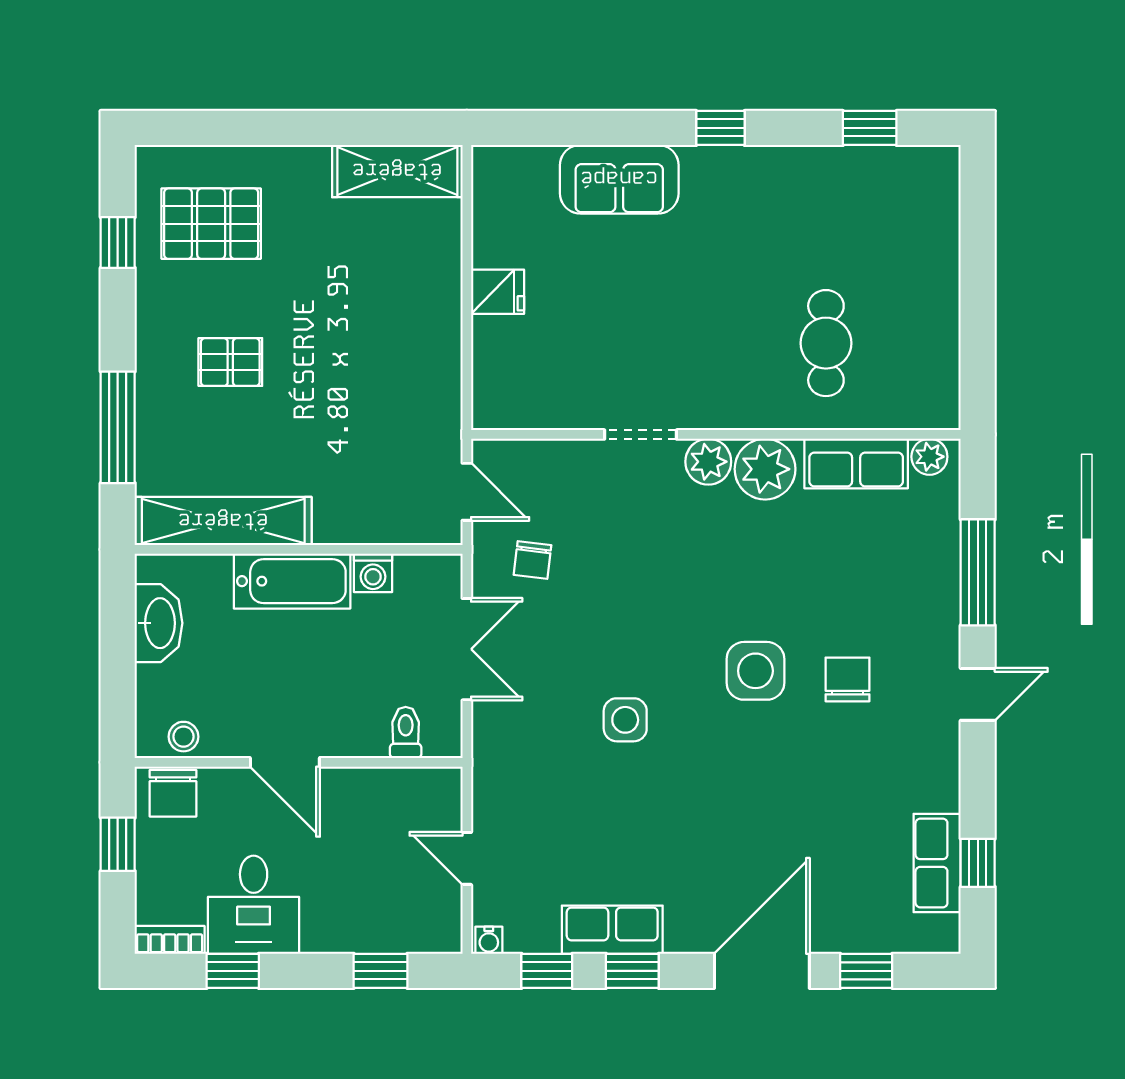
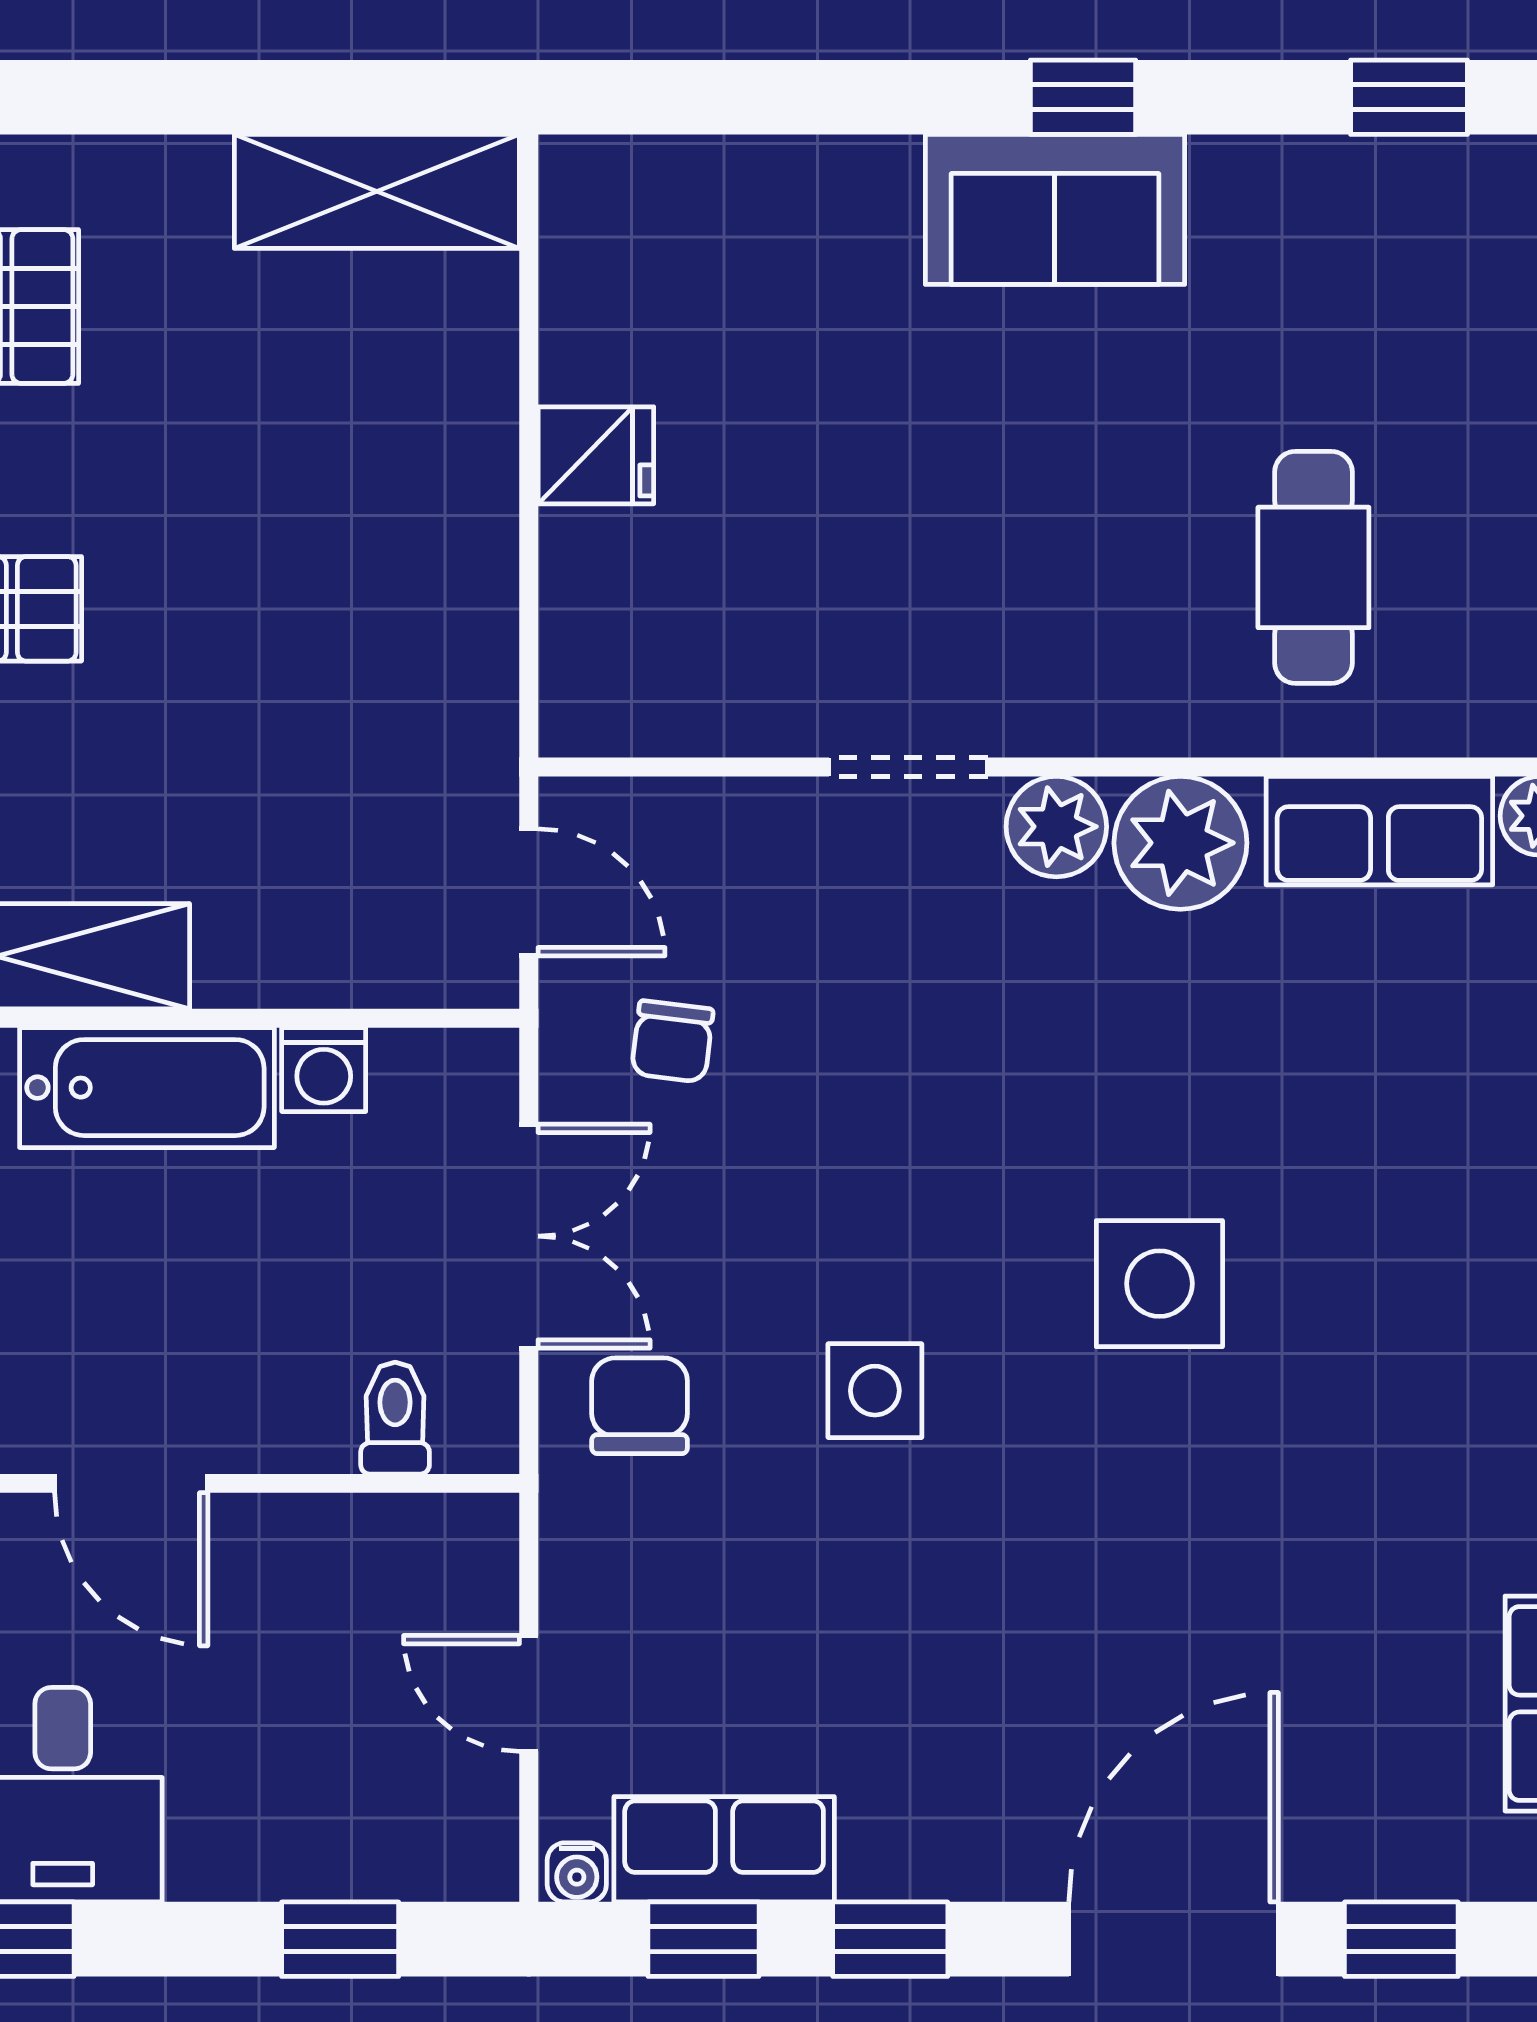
sofa: (619, 179) -> (1055, 209), moved
chair: (848, 679) -> (640, 1406), moved
row of seats: (612, 930) -> (724, 1849), moved

